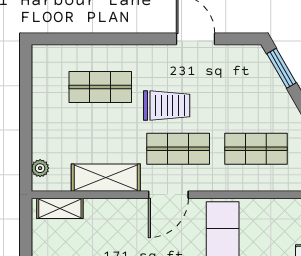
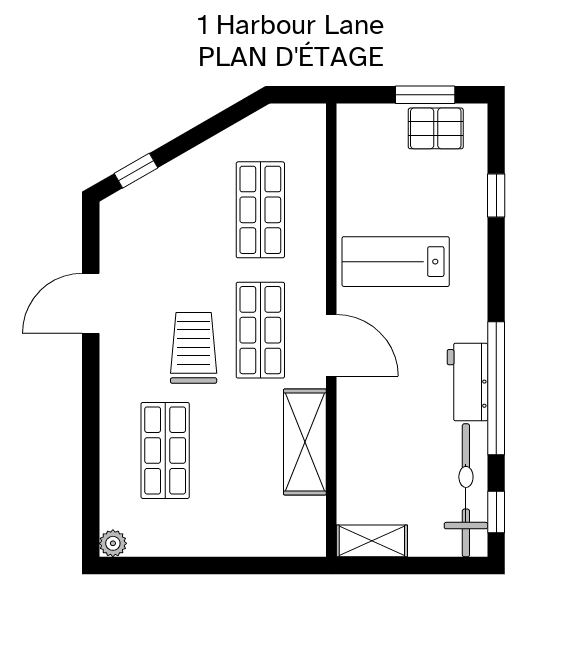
window: (281, 68) -> (136, 171), width x0.67
plant: (40, 168) -> (113, 543), moved
shelving: (60, 208) -> (372, 541), moved, turned 90

